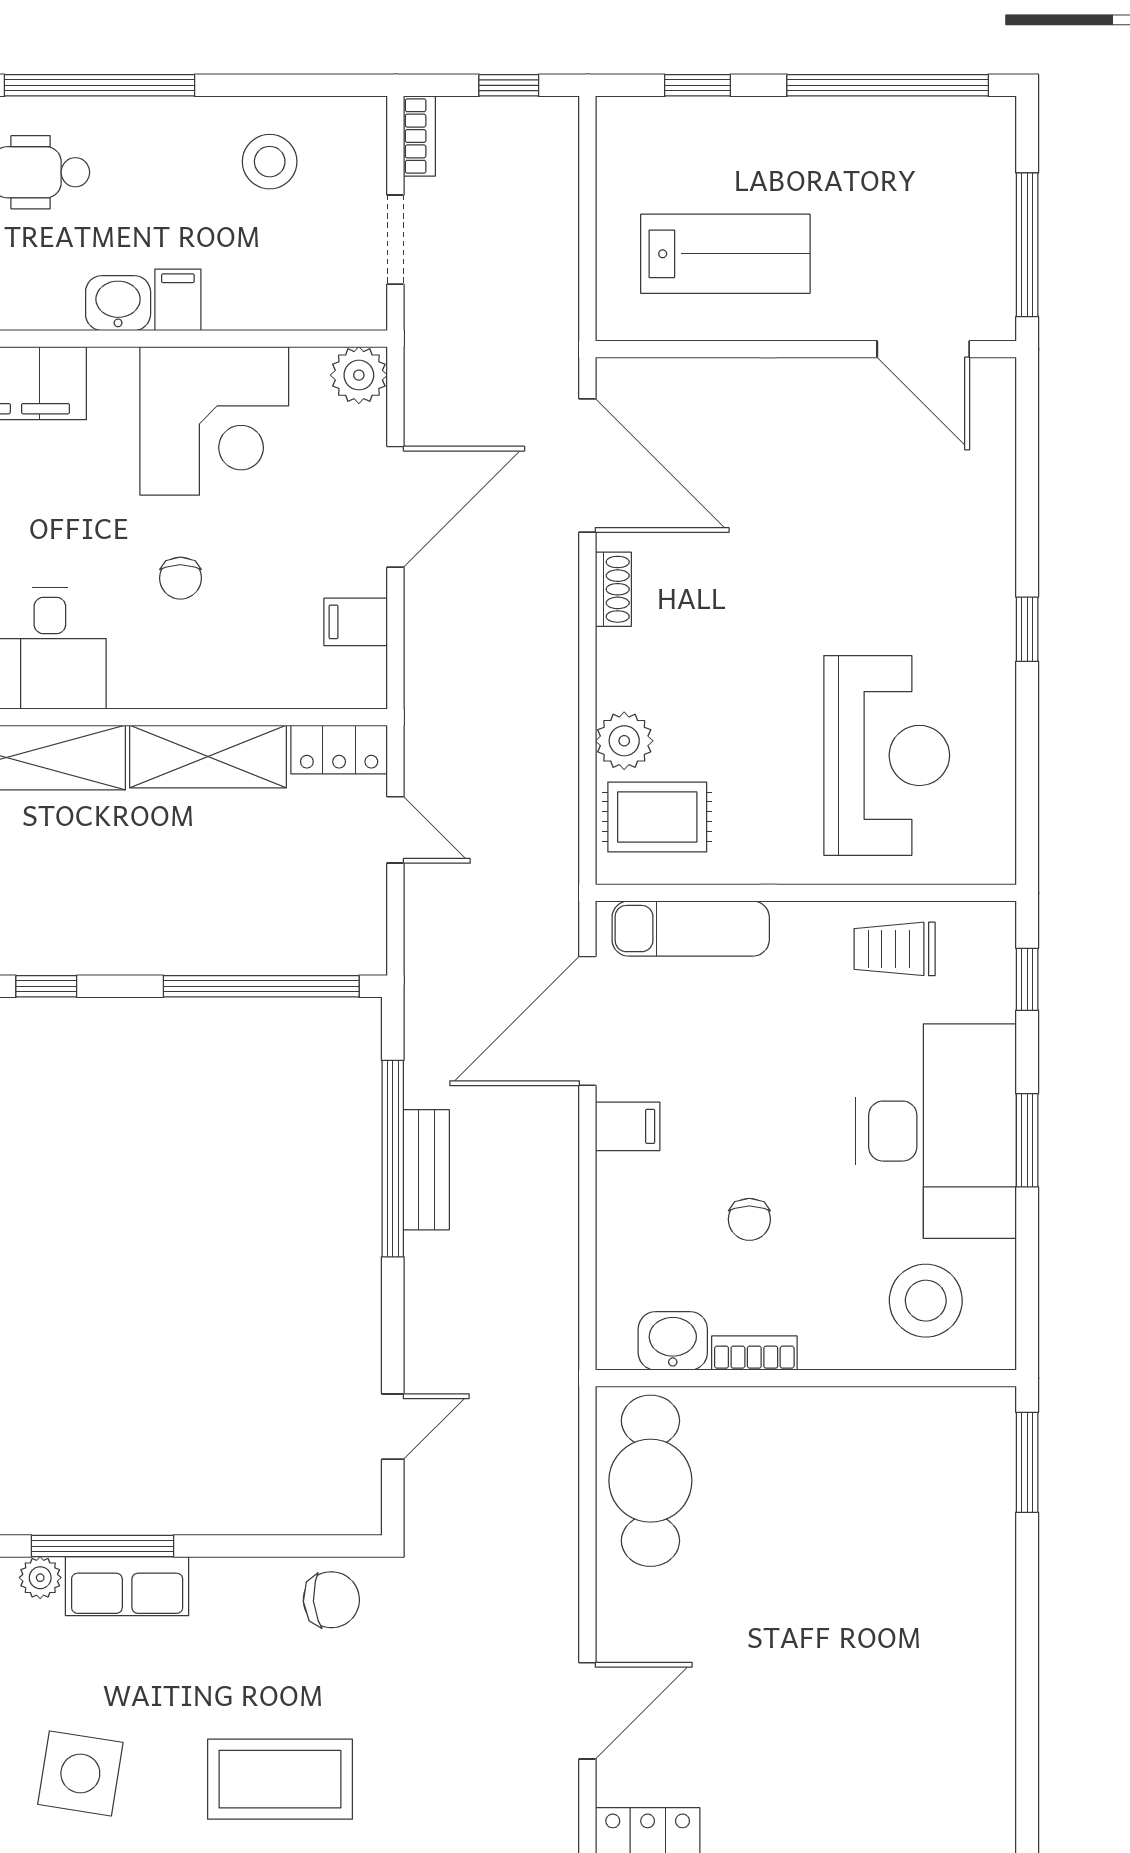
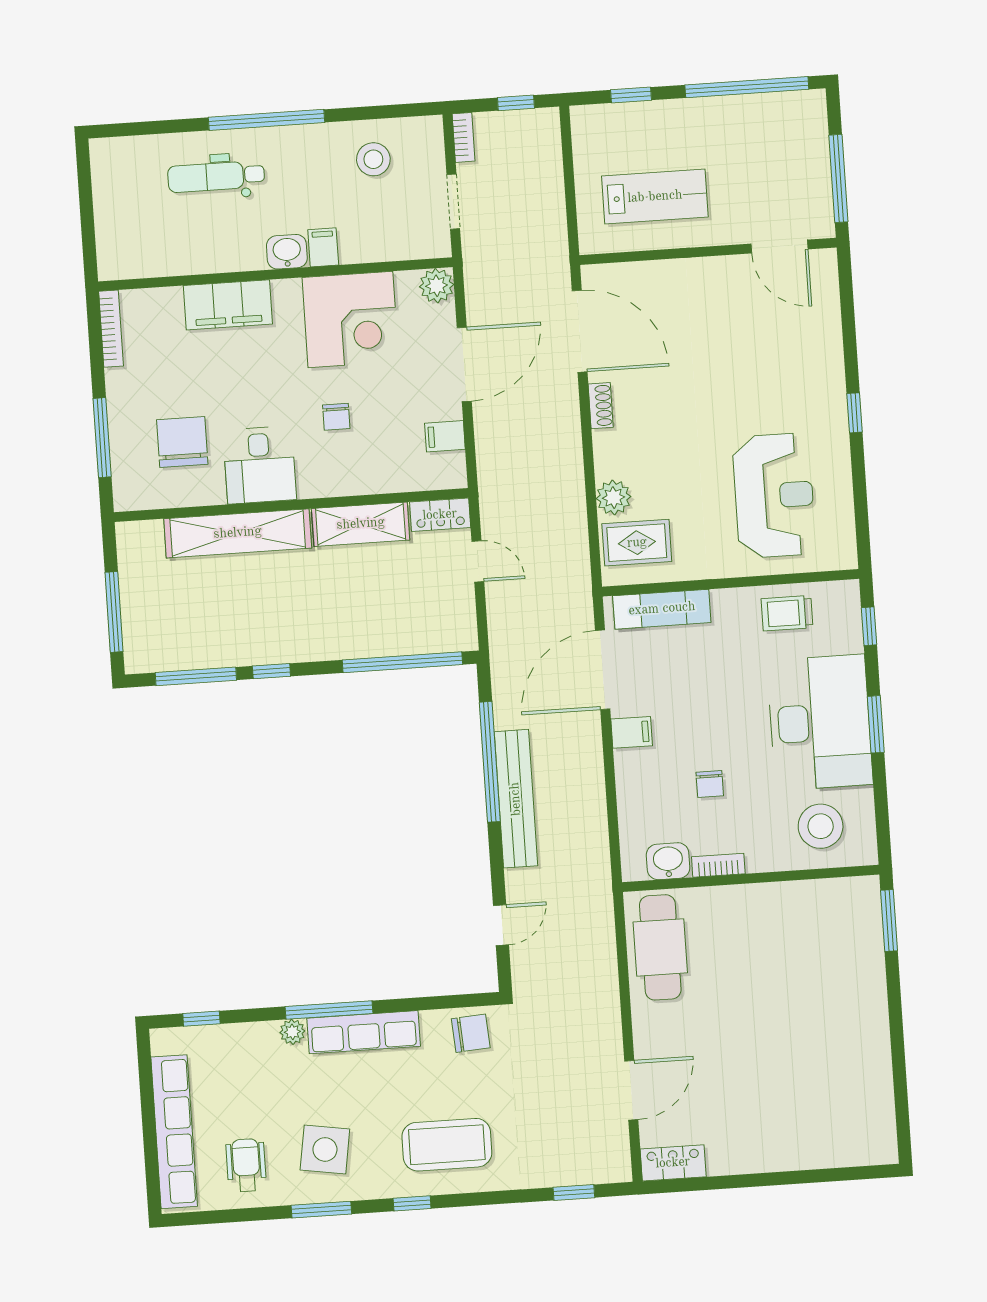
bench: (426, 1170) -> (516, 799), width x1.86, depth x1.21
row of seats: (127, 1586) -> (364, 1032), width x1.48

